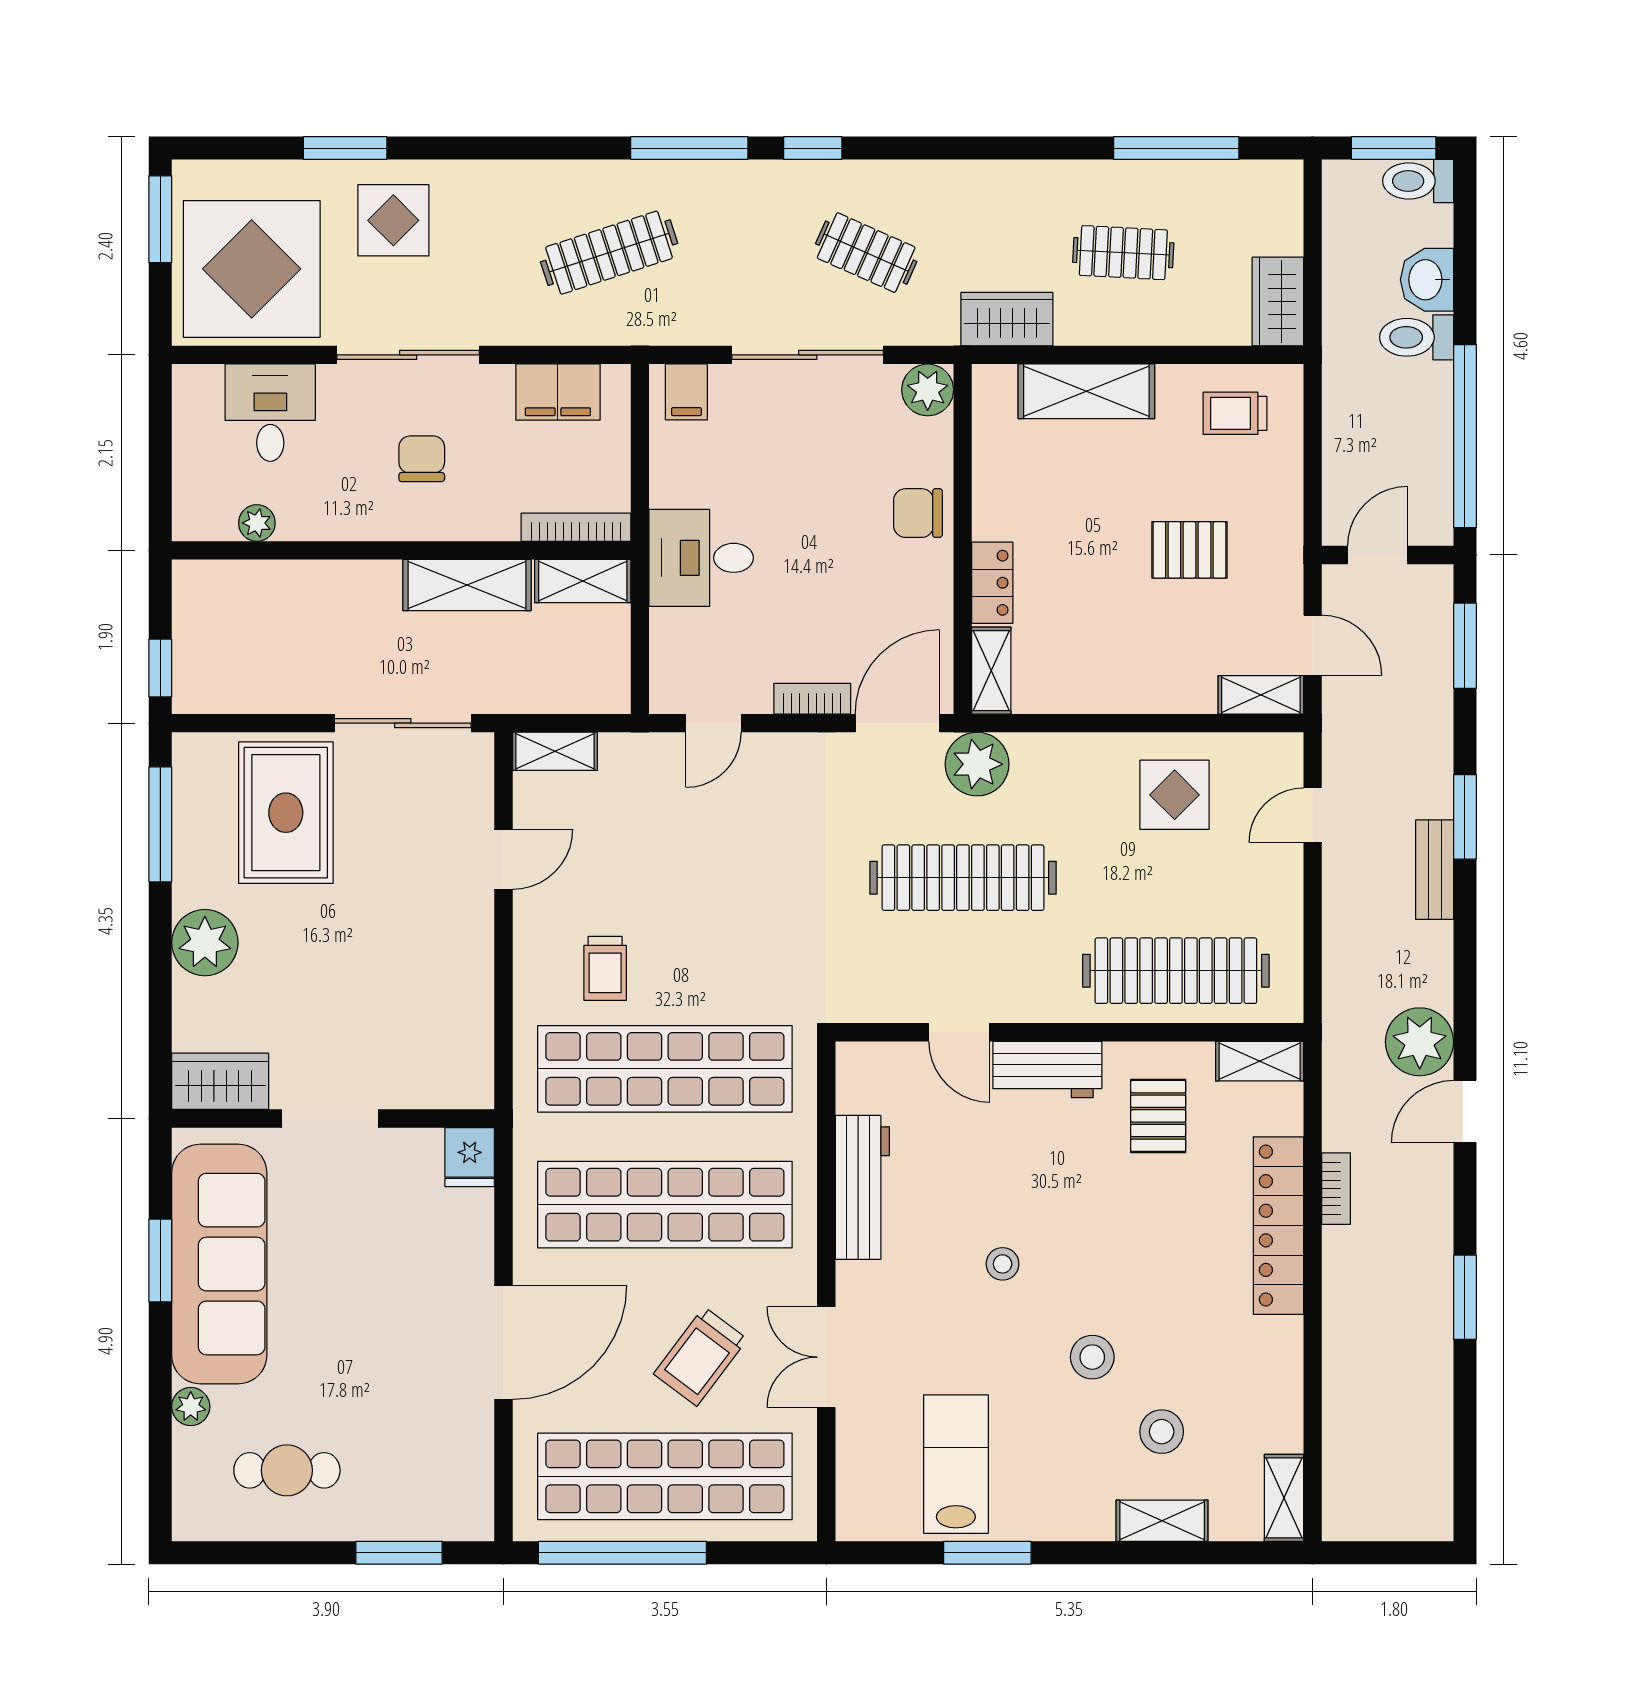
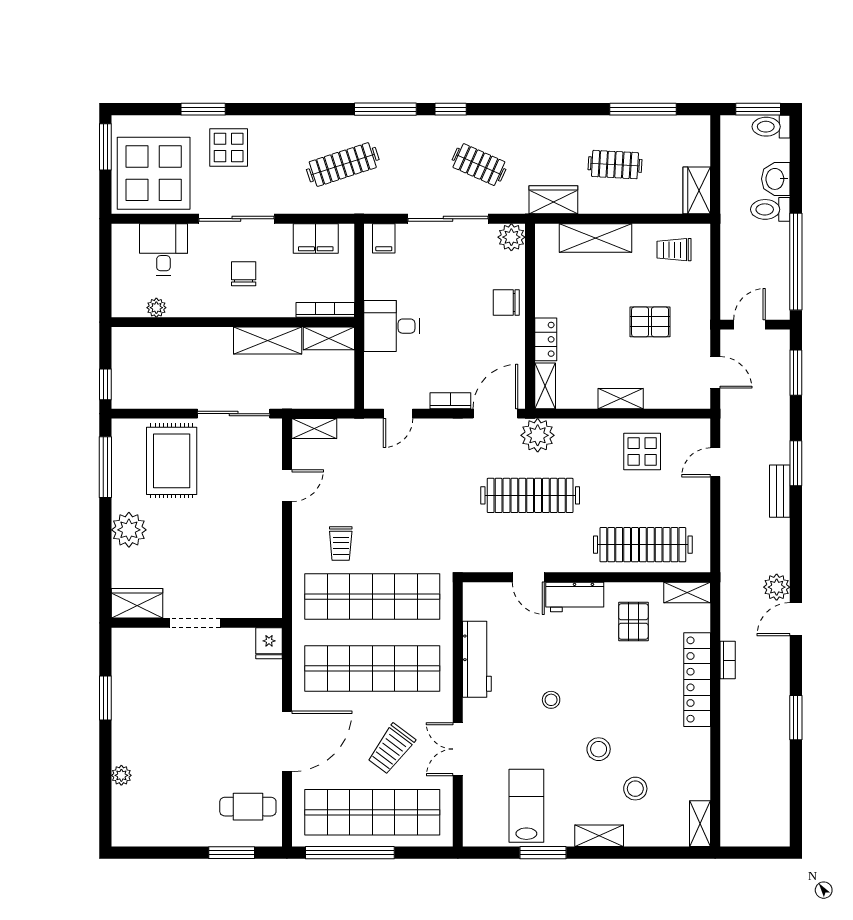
shelving: (1261, 695) -> (621, 399), moved
plant: (1420, 1042) -> (777, 587), width x0.73, depth x0.73
sofa: (219, 1264) -> (136, 700), removed
cafe table: (287, 1470) -> (248, 807), moved
shelving: (1162, 1521) -> (599, 836), moved

